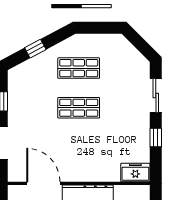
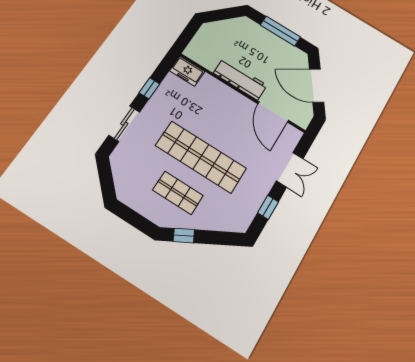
window: (35, 49) -> (184, 236), moved
shop shelf: (79, 108) -> (201, 157), width x2.00, depth x1.36

